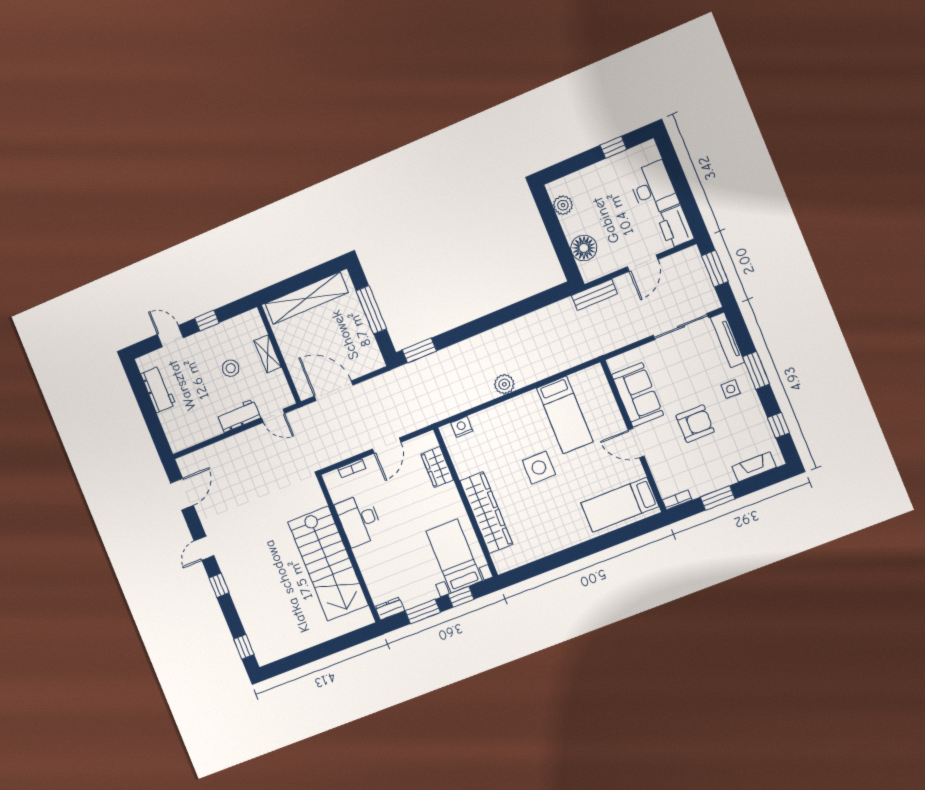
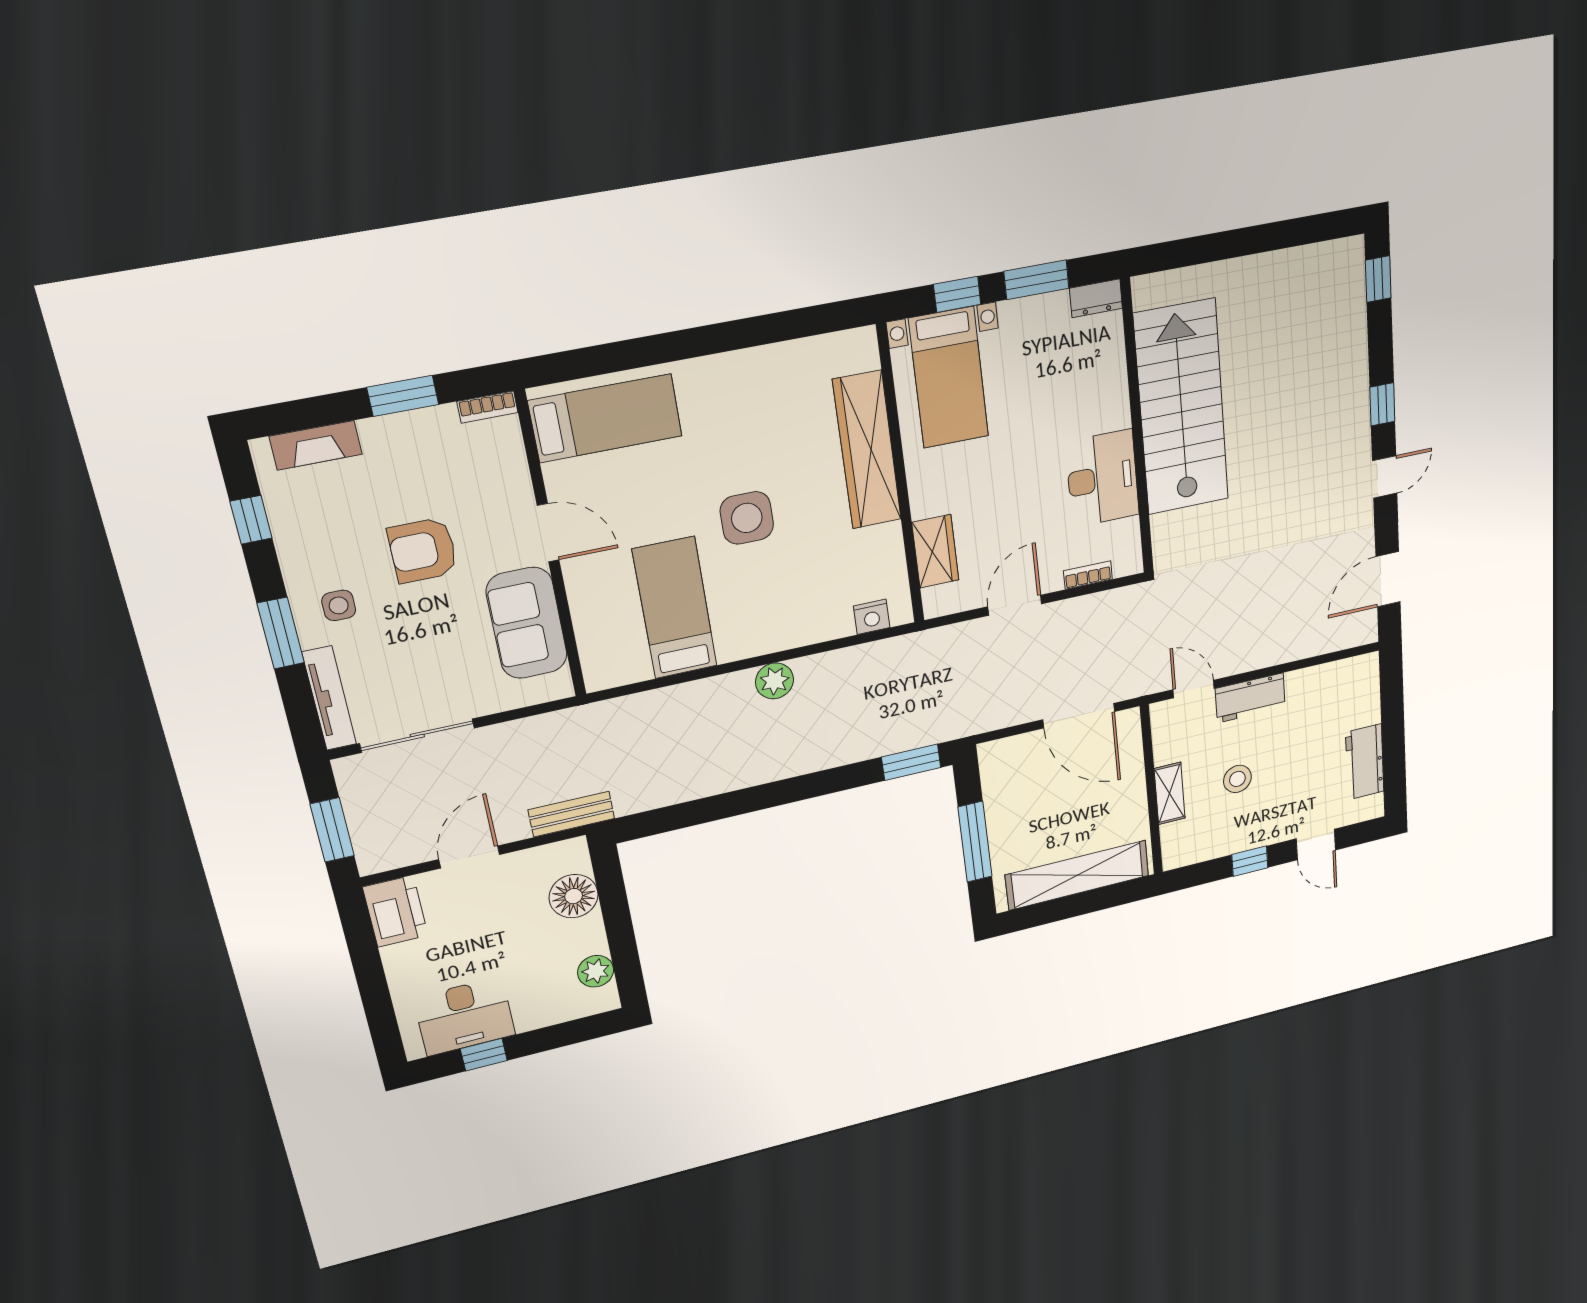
desk: (653, 189) -> (464, 1016), moved, turned -90

